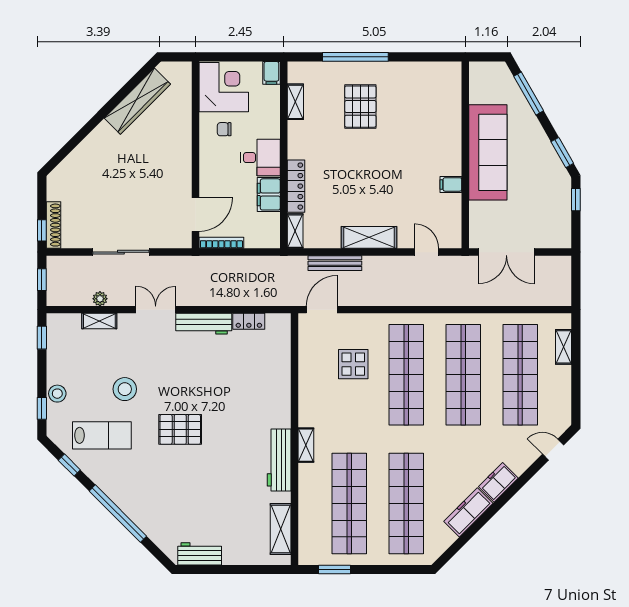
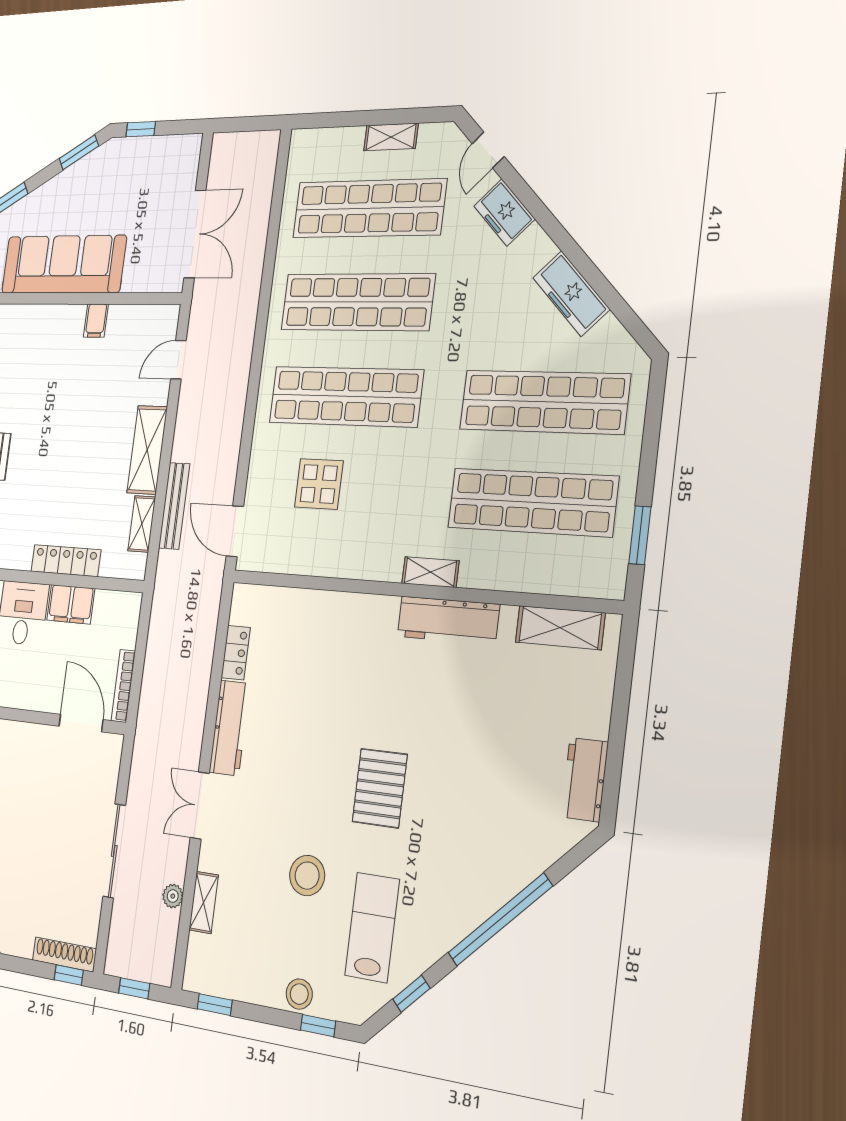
shelving: (295, 231) -> (142, 524), moved, turned 90
shelving: (564, 347) -> (391, 137), moved
freezer: (498, 482) -> (504, 212), moved

